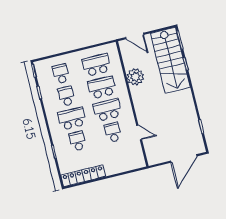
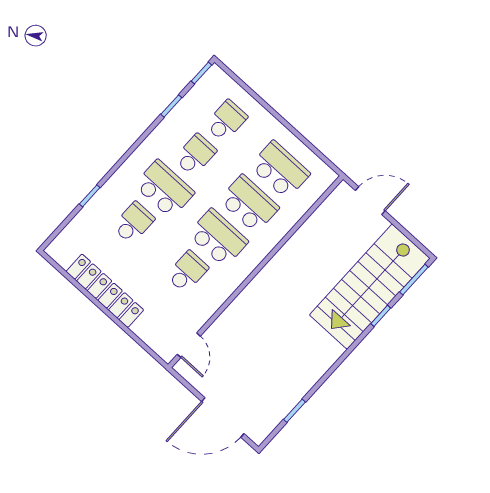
door: (135, 36) -> (370, 201), swing flipped
plant: (135, 77) -> (304, 247), removed
door: (139, 132) -> (189, 345), moved
locker: (83, 176) -> (105, 291), moved

